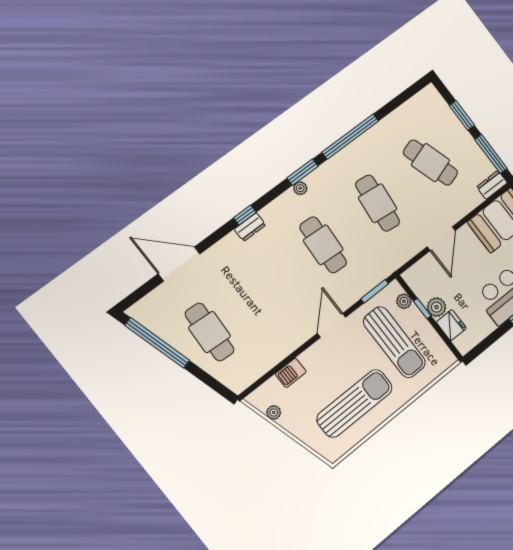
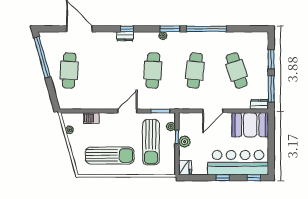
fridge: (451, 325) -> (185, 168), moved

